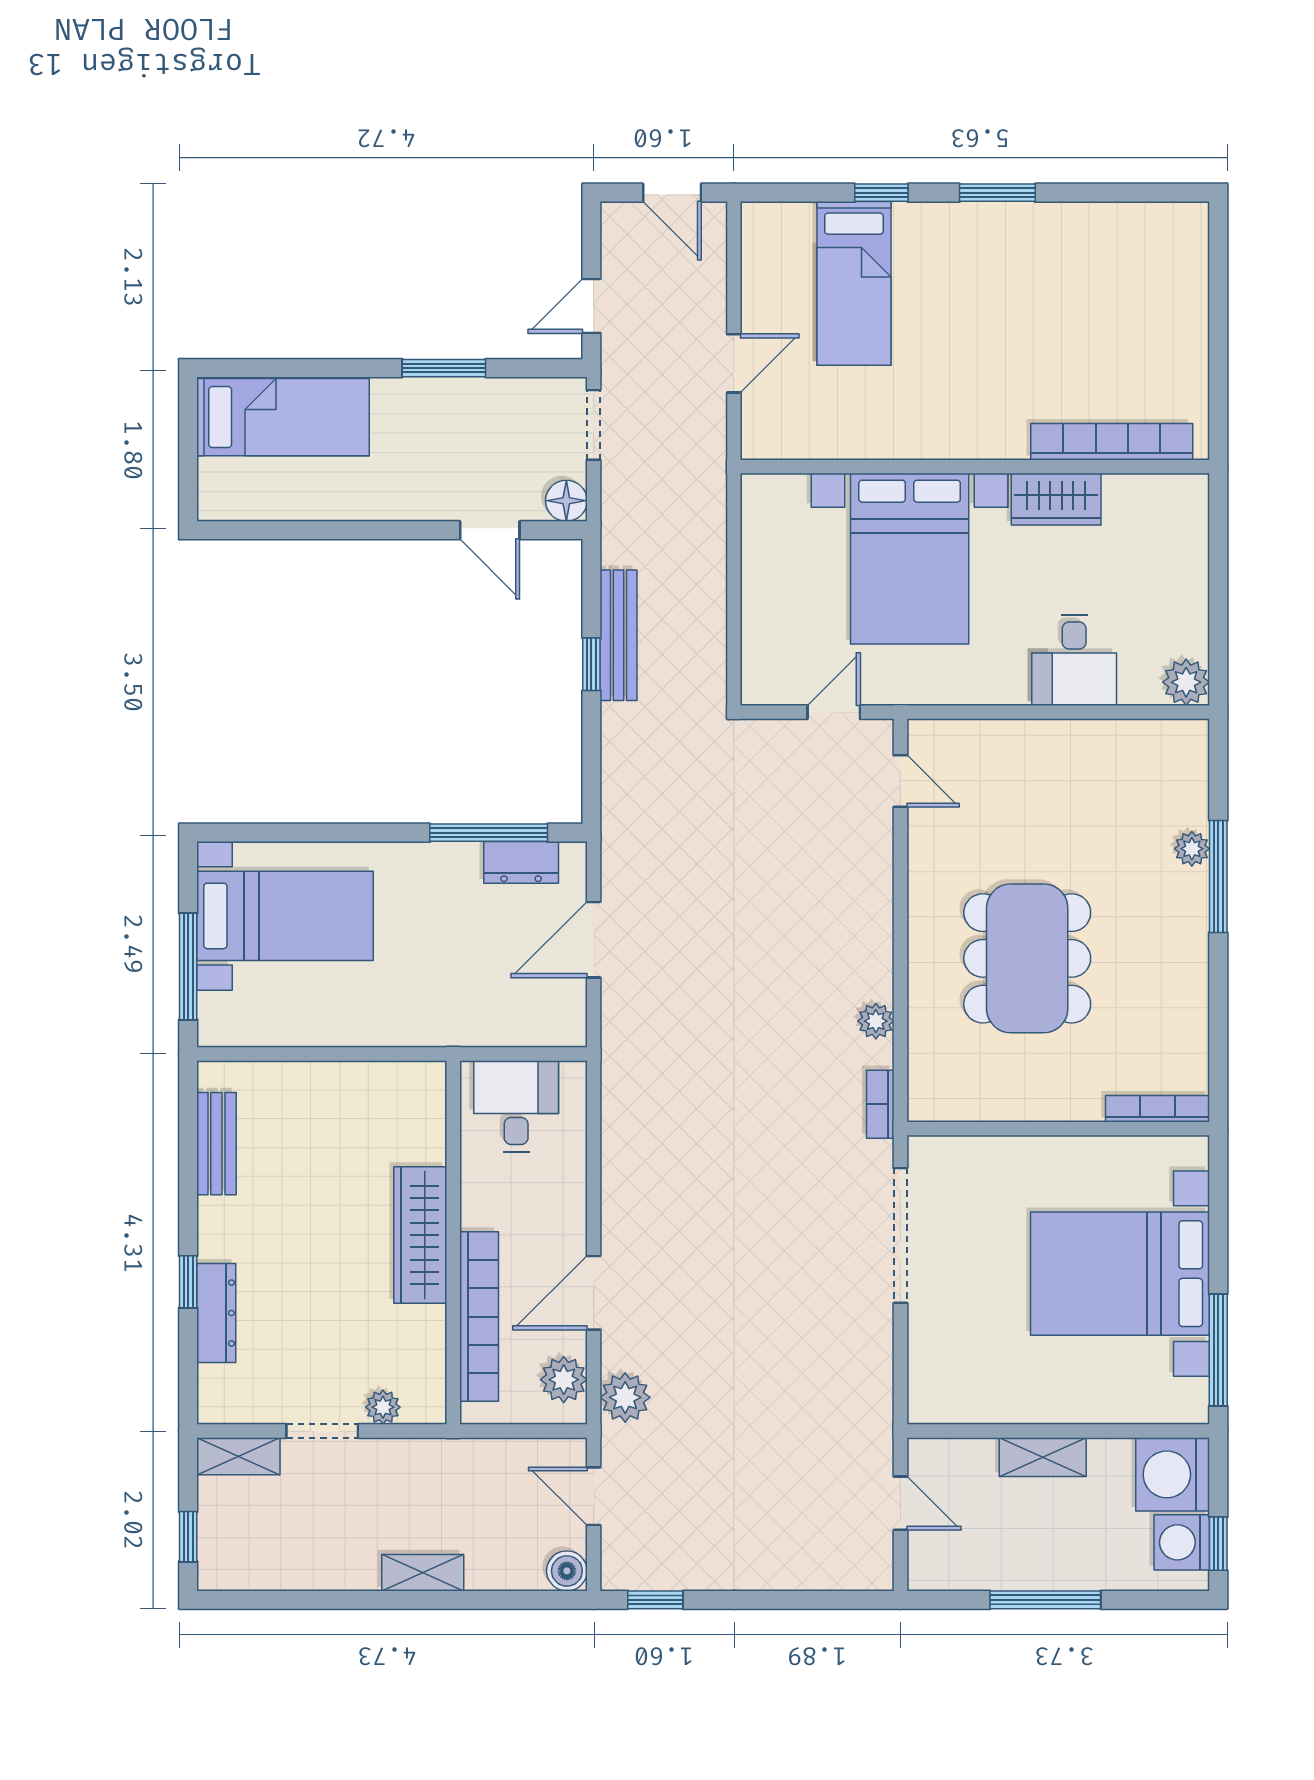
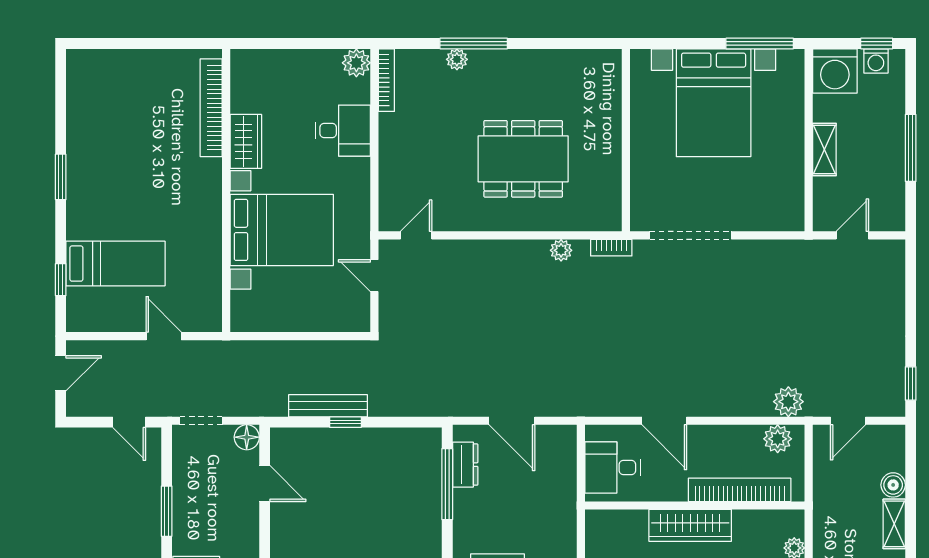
window: (881, 193) -> (61, 280), moved
door: (490, 530) -> (265, 483), hinge flipped
bookcase: (1158, 1109) -> (386, 80), moved, turned 180
door: (594, 1293) -> (664, 421), moved
washing machine: (1182, 1542) -> (876, 61), width x0.73, depth x0.73
boiler: (567, 1571) -> (893, 485), moved

